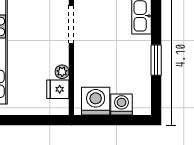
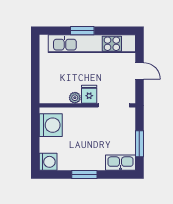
fridge: (58, 89) -> (89, 94), moved
washing machine: (122, 104) -> (48, 162), moved

